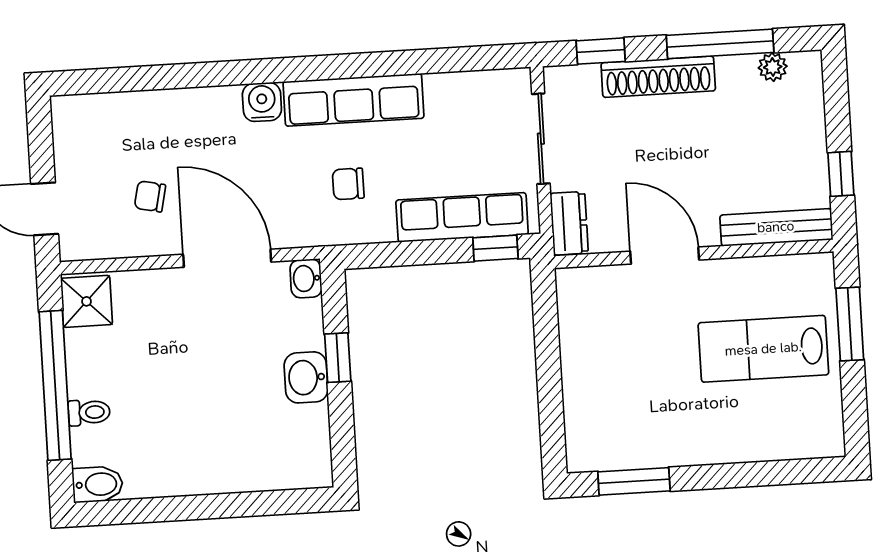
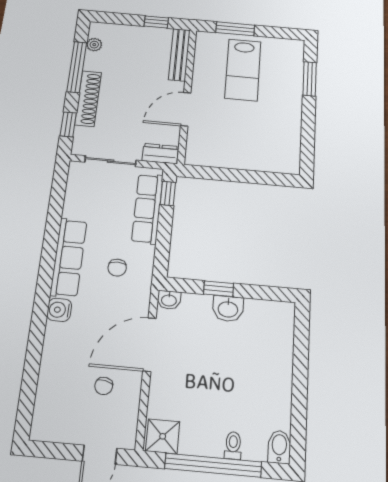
window: (634, 481) -> (310, 79), moved

